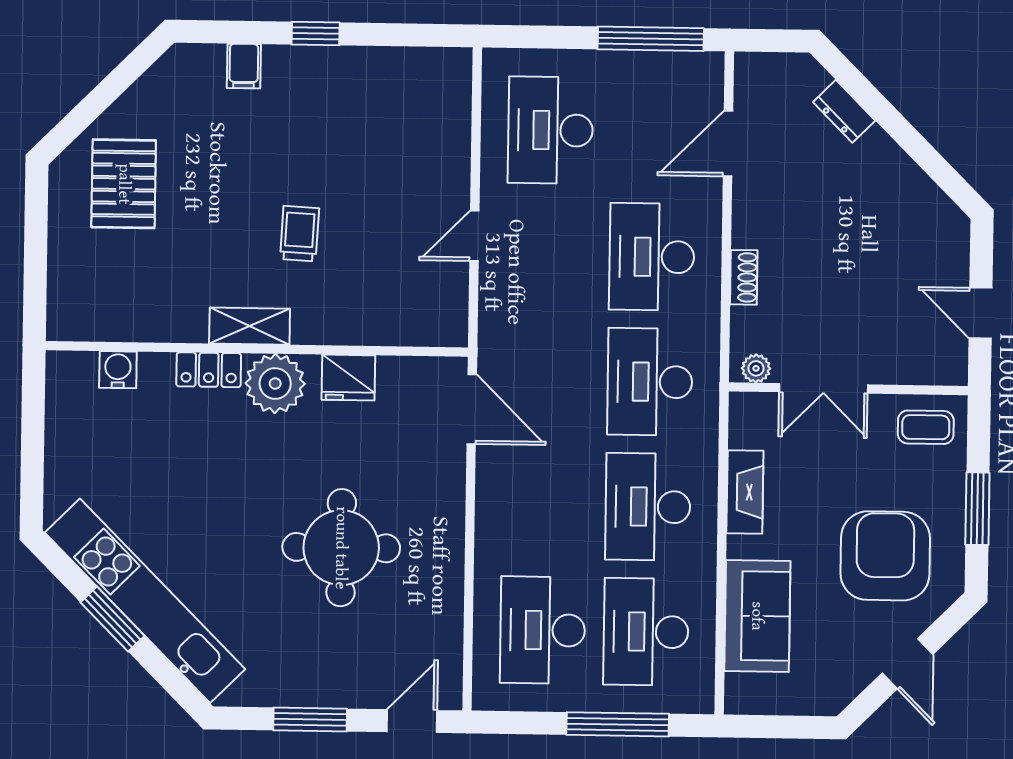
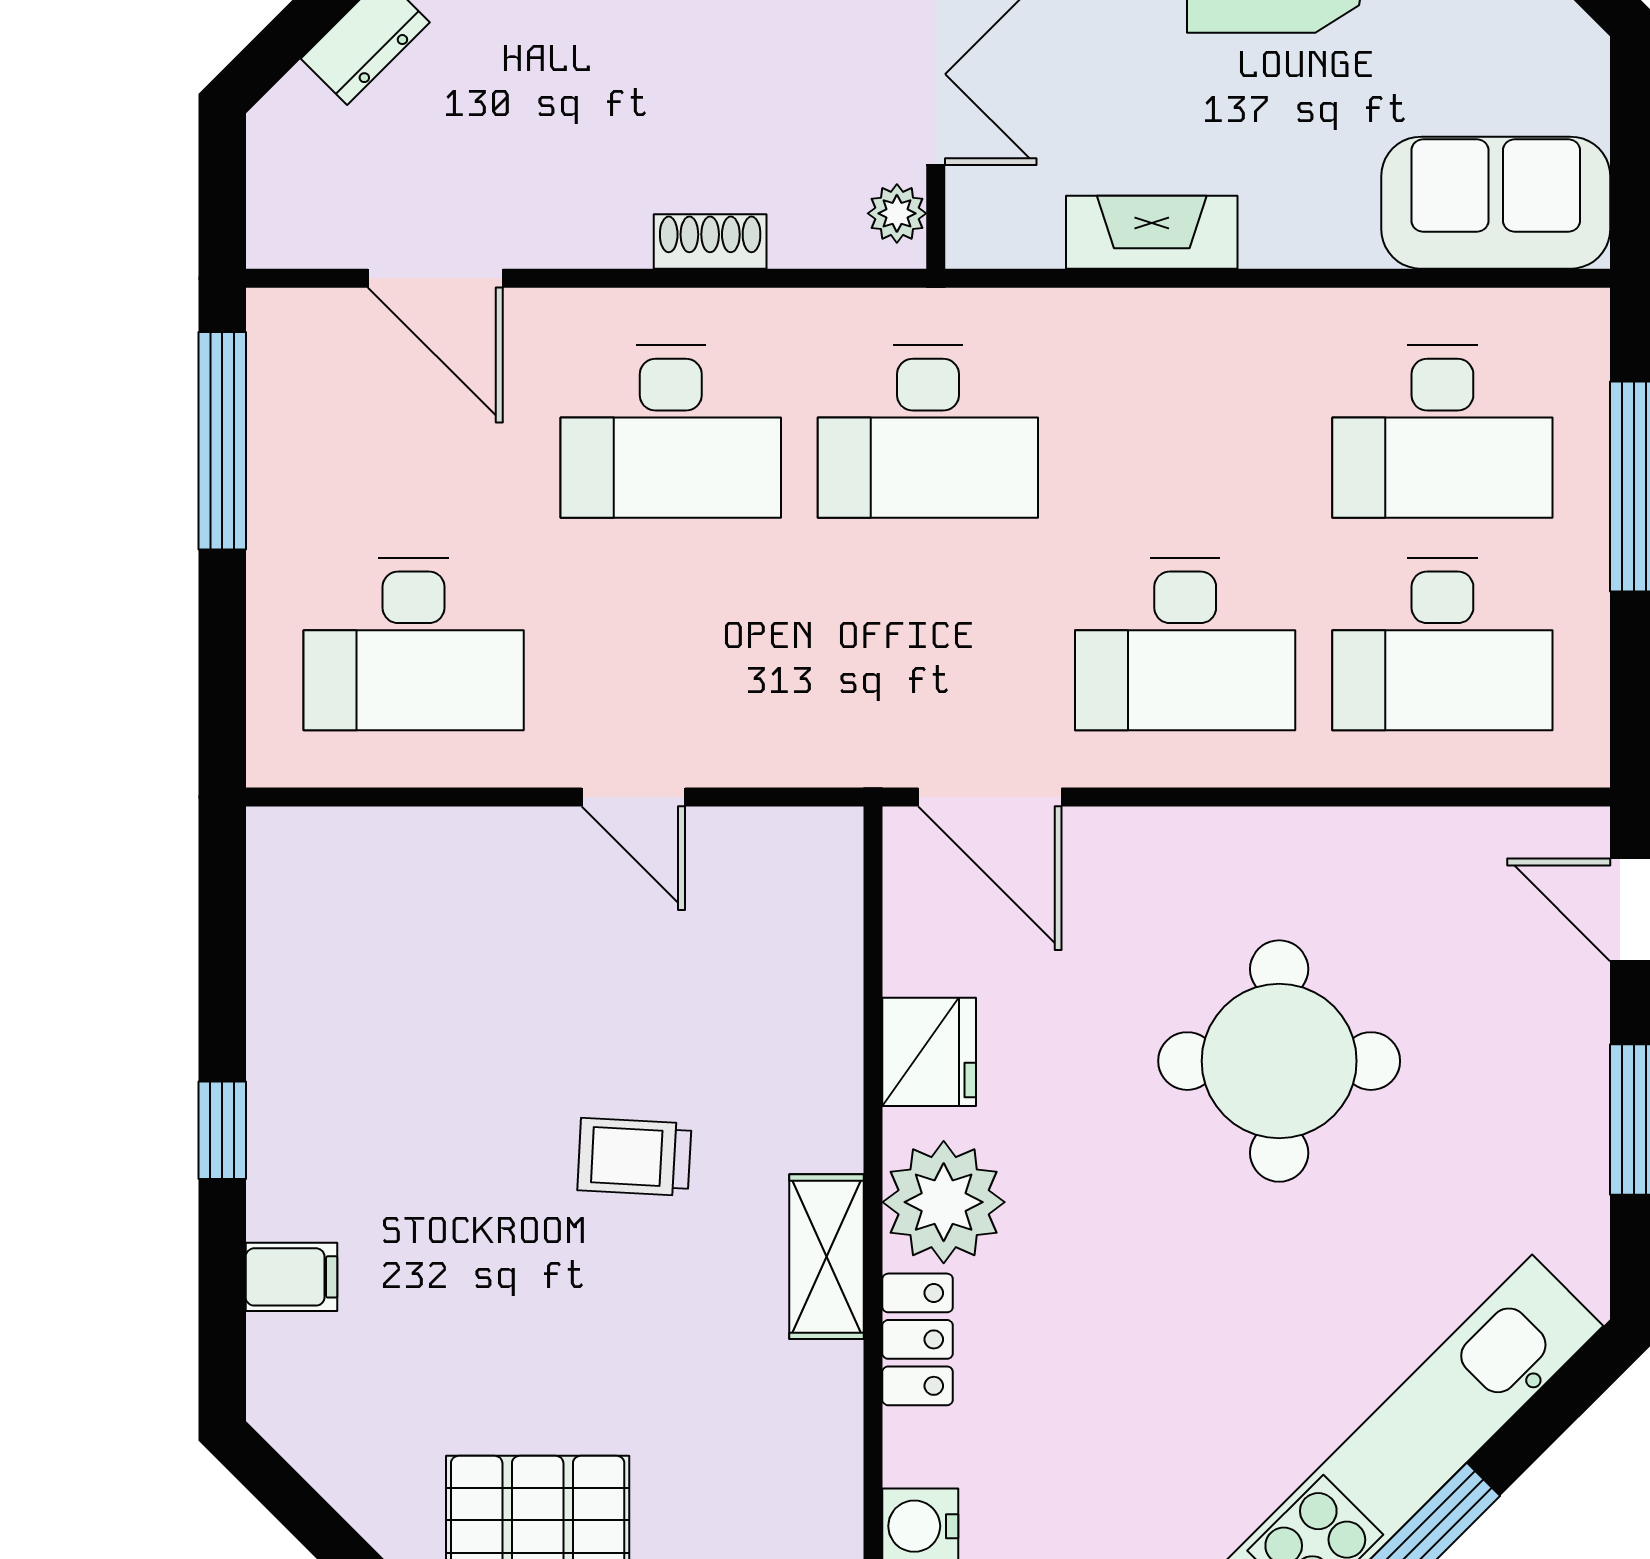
door: (472, 409) -> (990, 797), swing flipped
desk: (648, 507) -> (1185, 644), moved
sofa: (757, 616) -> (1496, 203), moved

